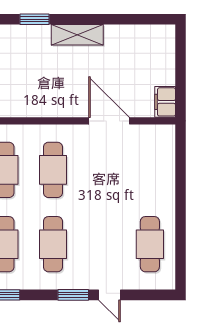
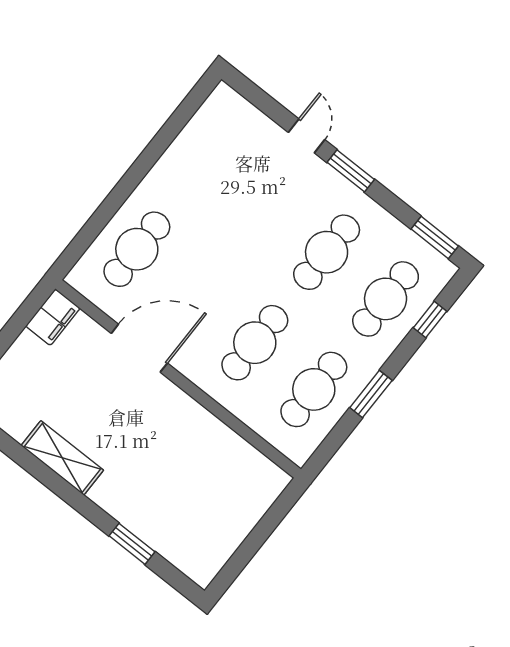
shelving: (77, 35) -> (62, 458), moved
door: (109, 121) -> (139, 348), swing flipped
cafe table: (150, 244) -> (137, 249), moved

